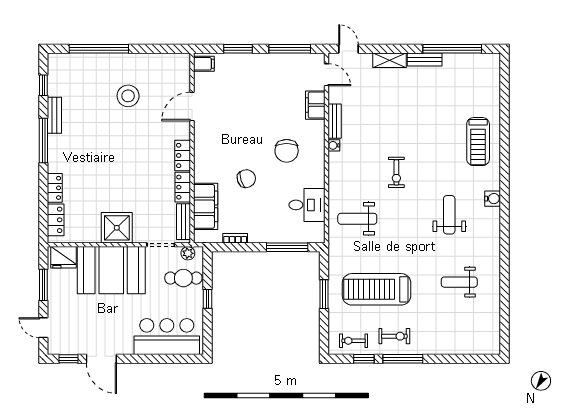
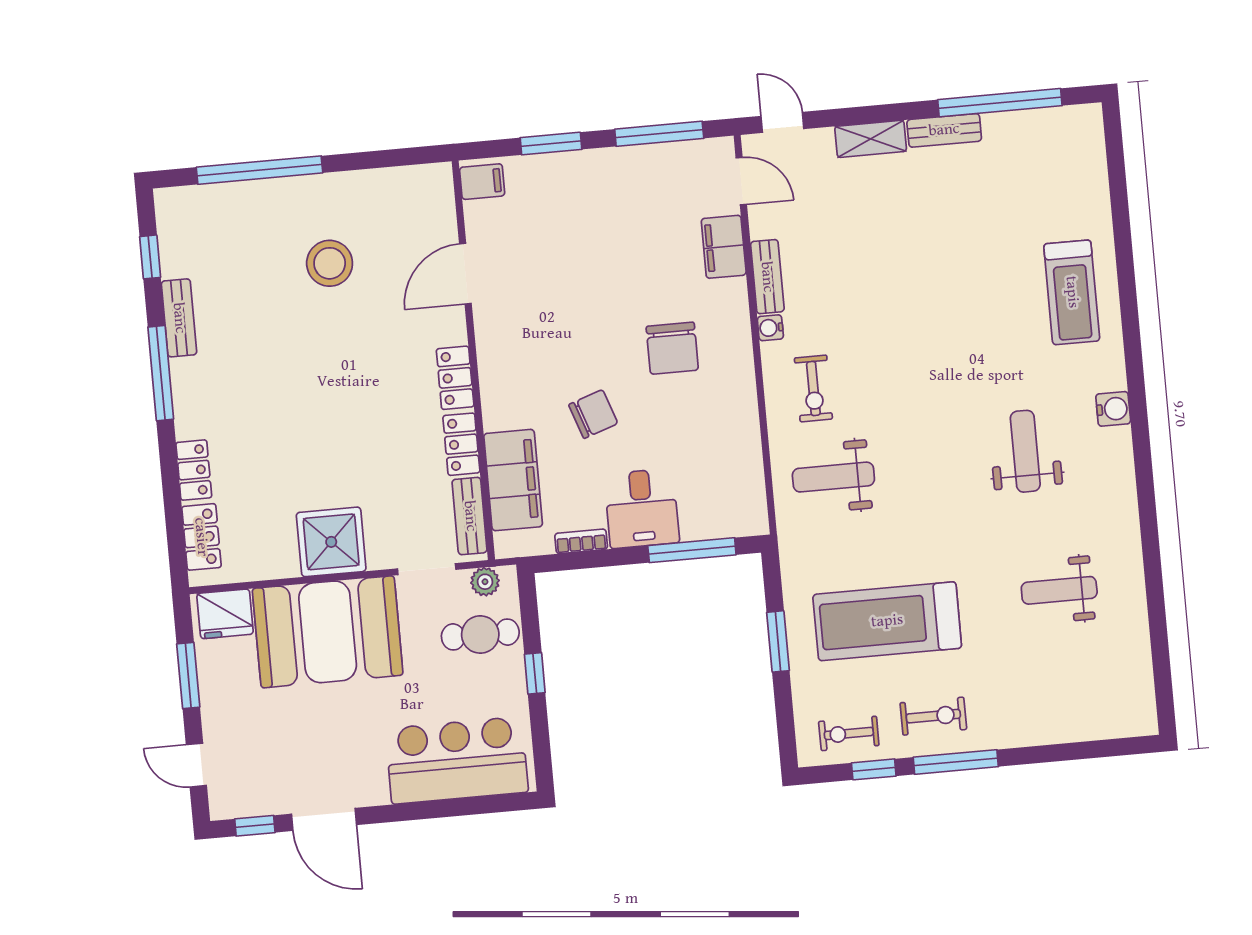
exercise bike: (396, 172) -> (813, 388), moved
desk: (307, 205) -> (642, 508), moved, turned 90

